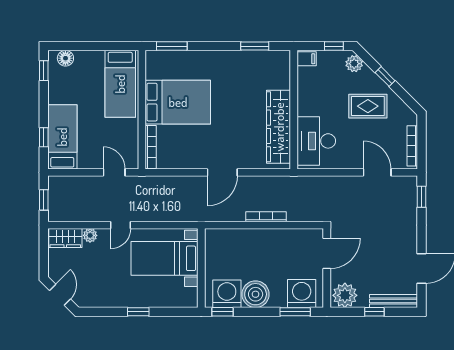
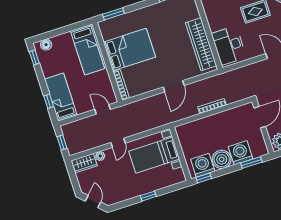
washing machine: (302, 294) -> (241, 153), moved

